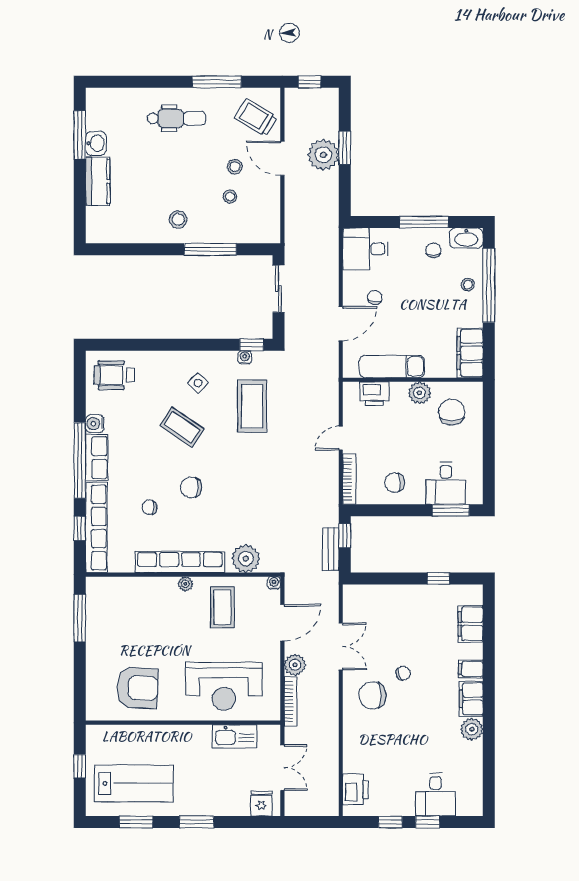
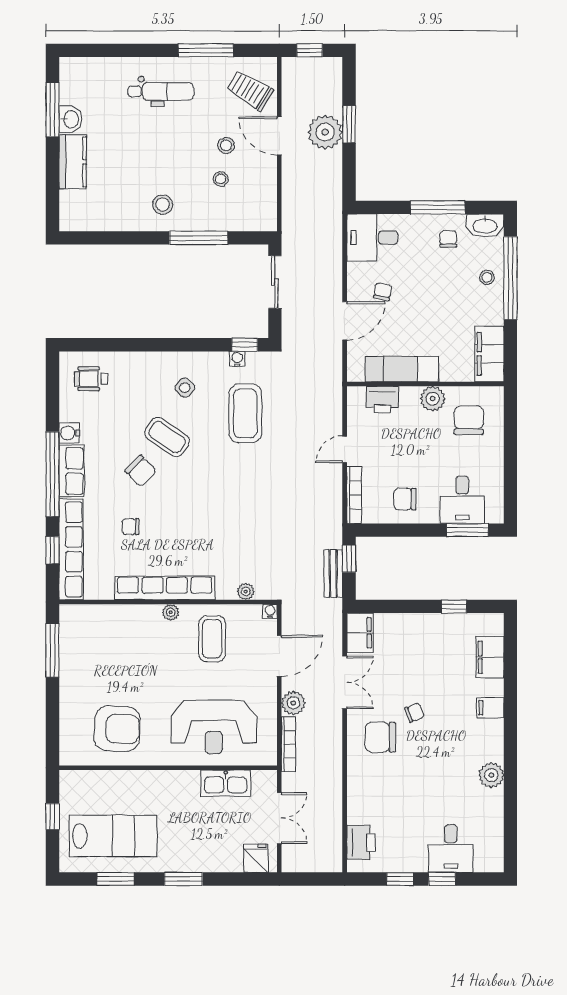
wheelchair: (114, 375) -> (91, 379), width x0.73, depth x0.73
chair: (191, 488) -> (141, 471), moved, turned -135
plant: (246, 559) -> (246, 591), width x0.53, depth x0.53
filing cabinet: (471, 699) -> (360, 633), moved, turned 180

